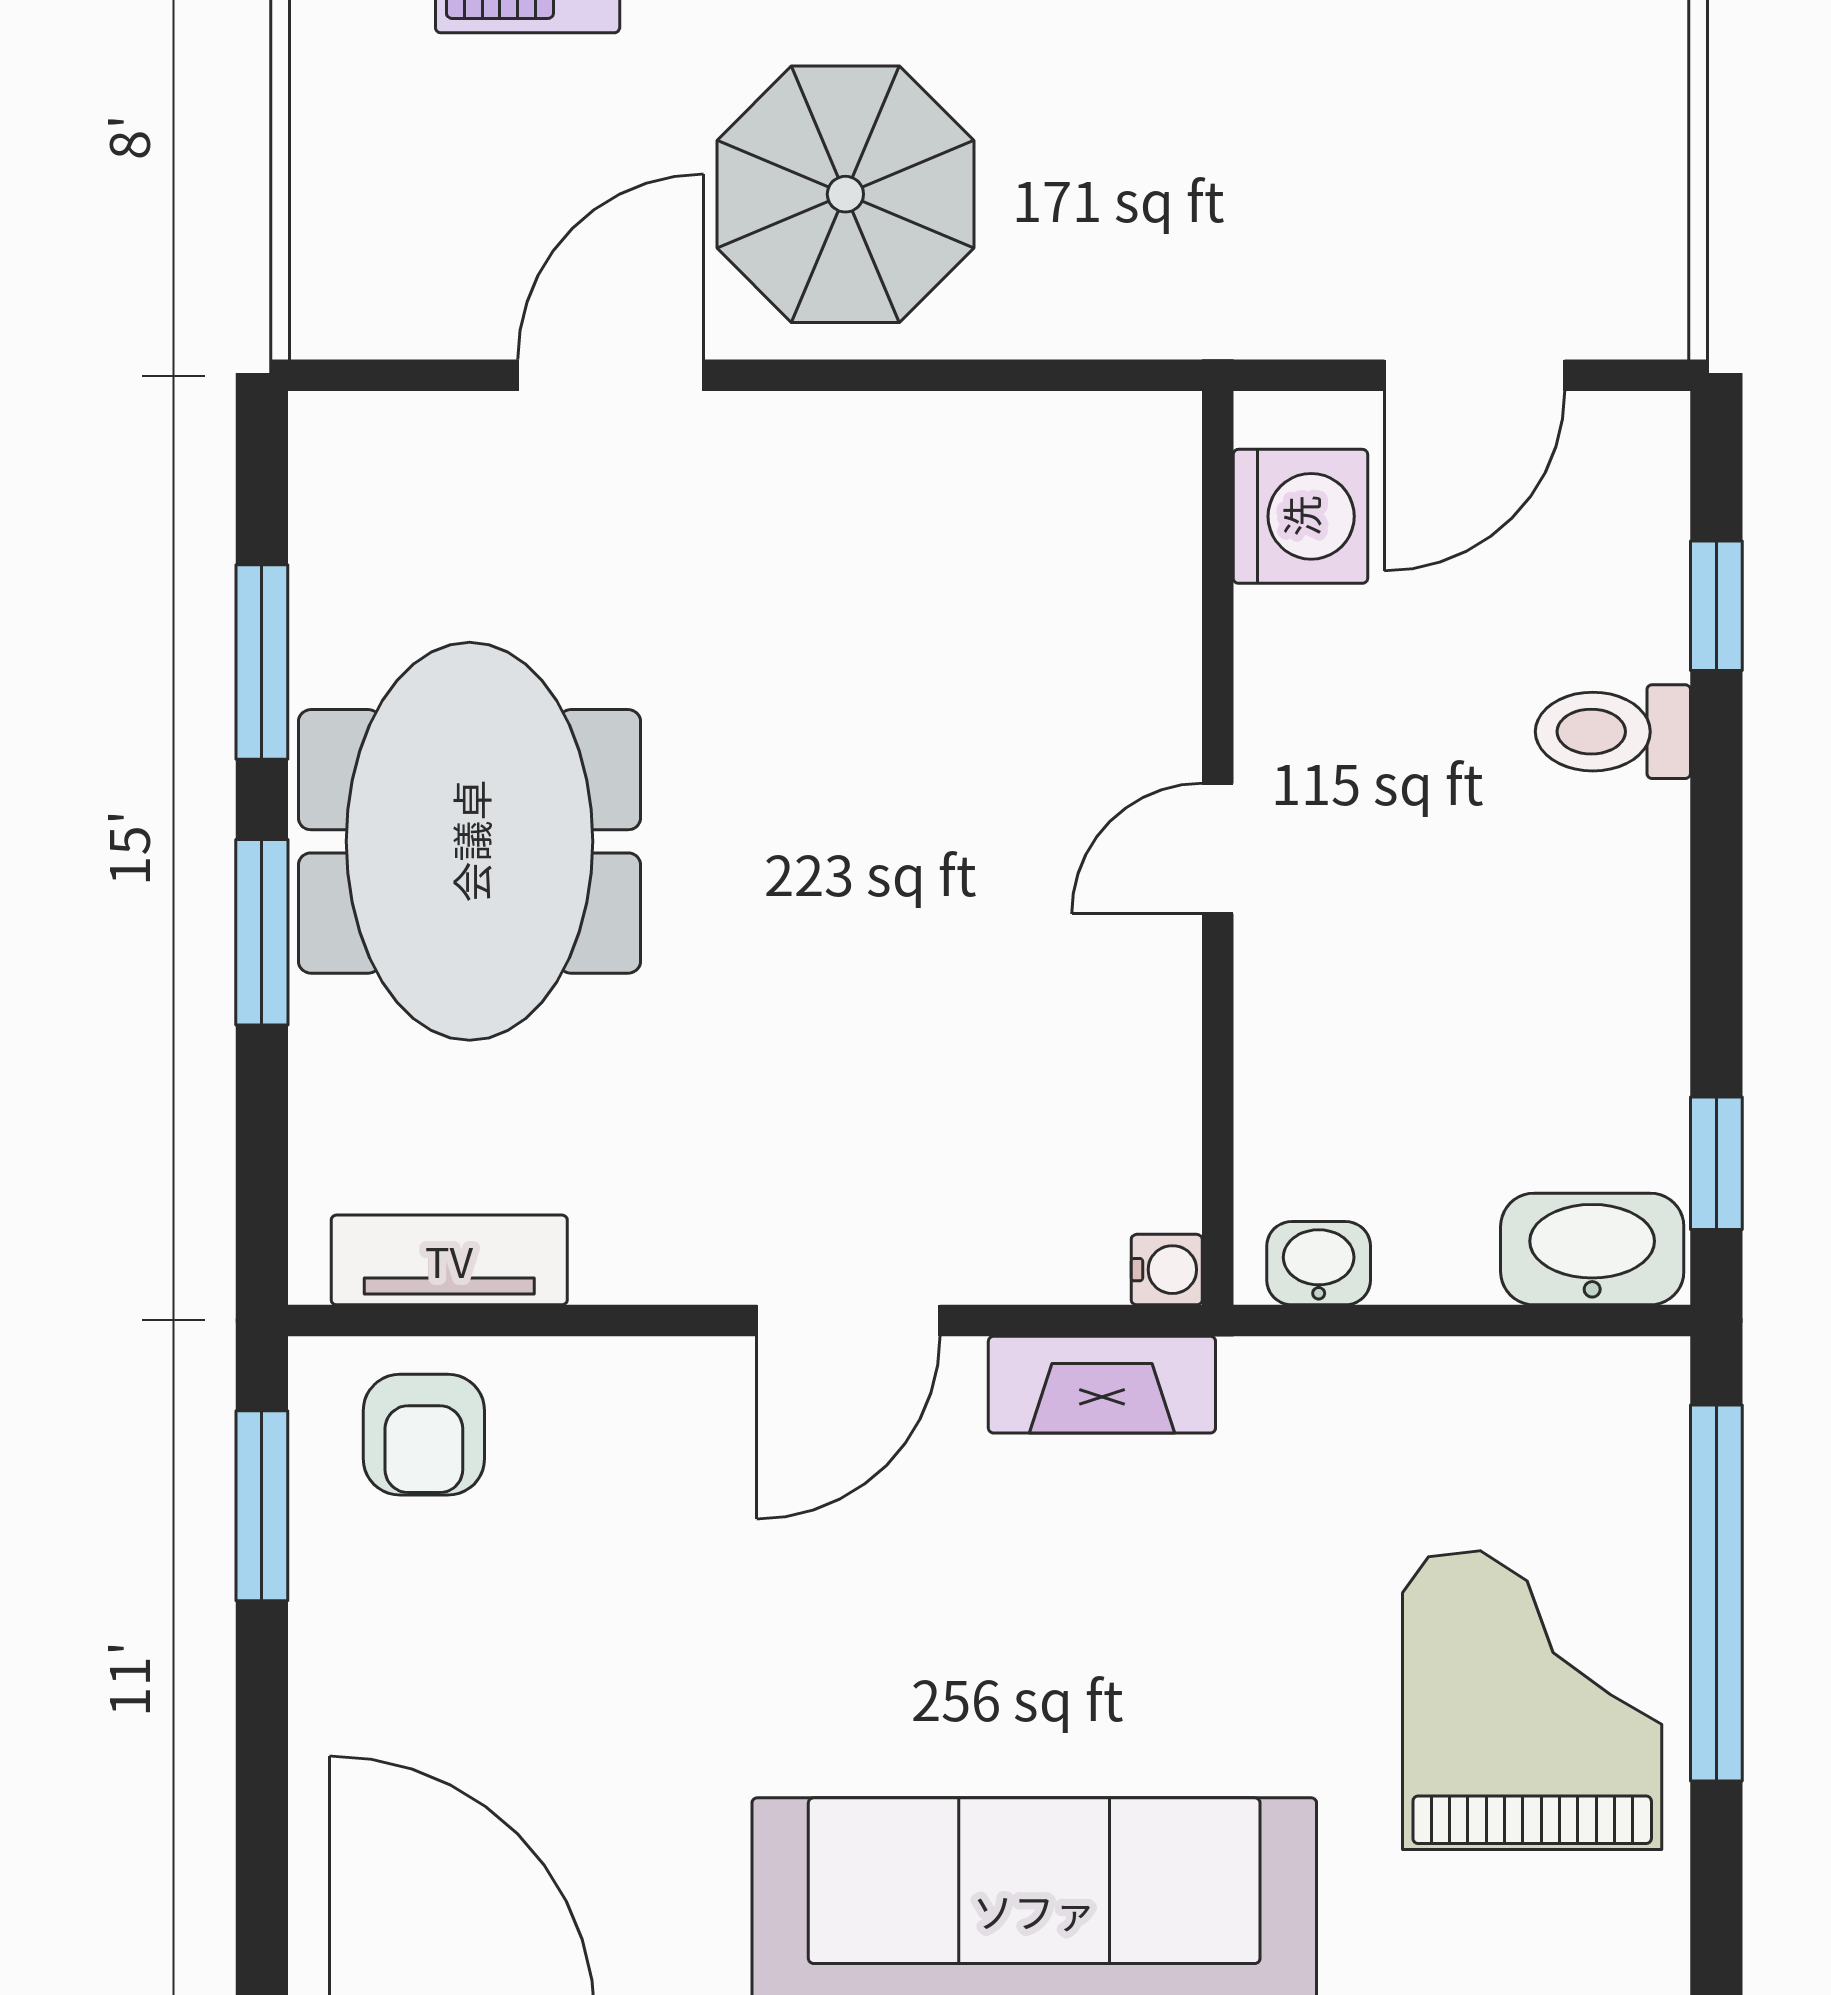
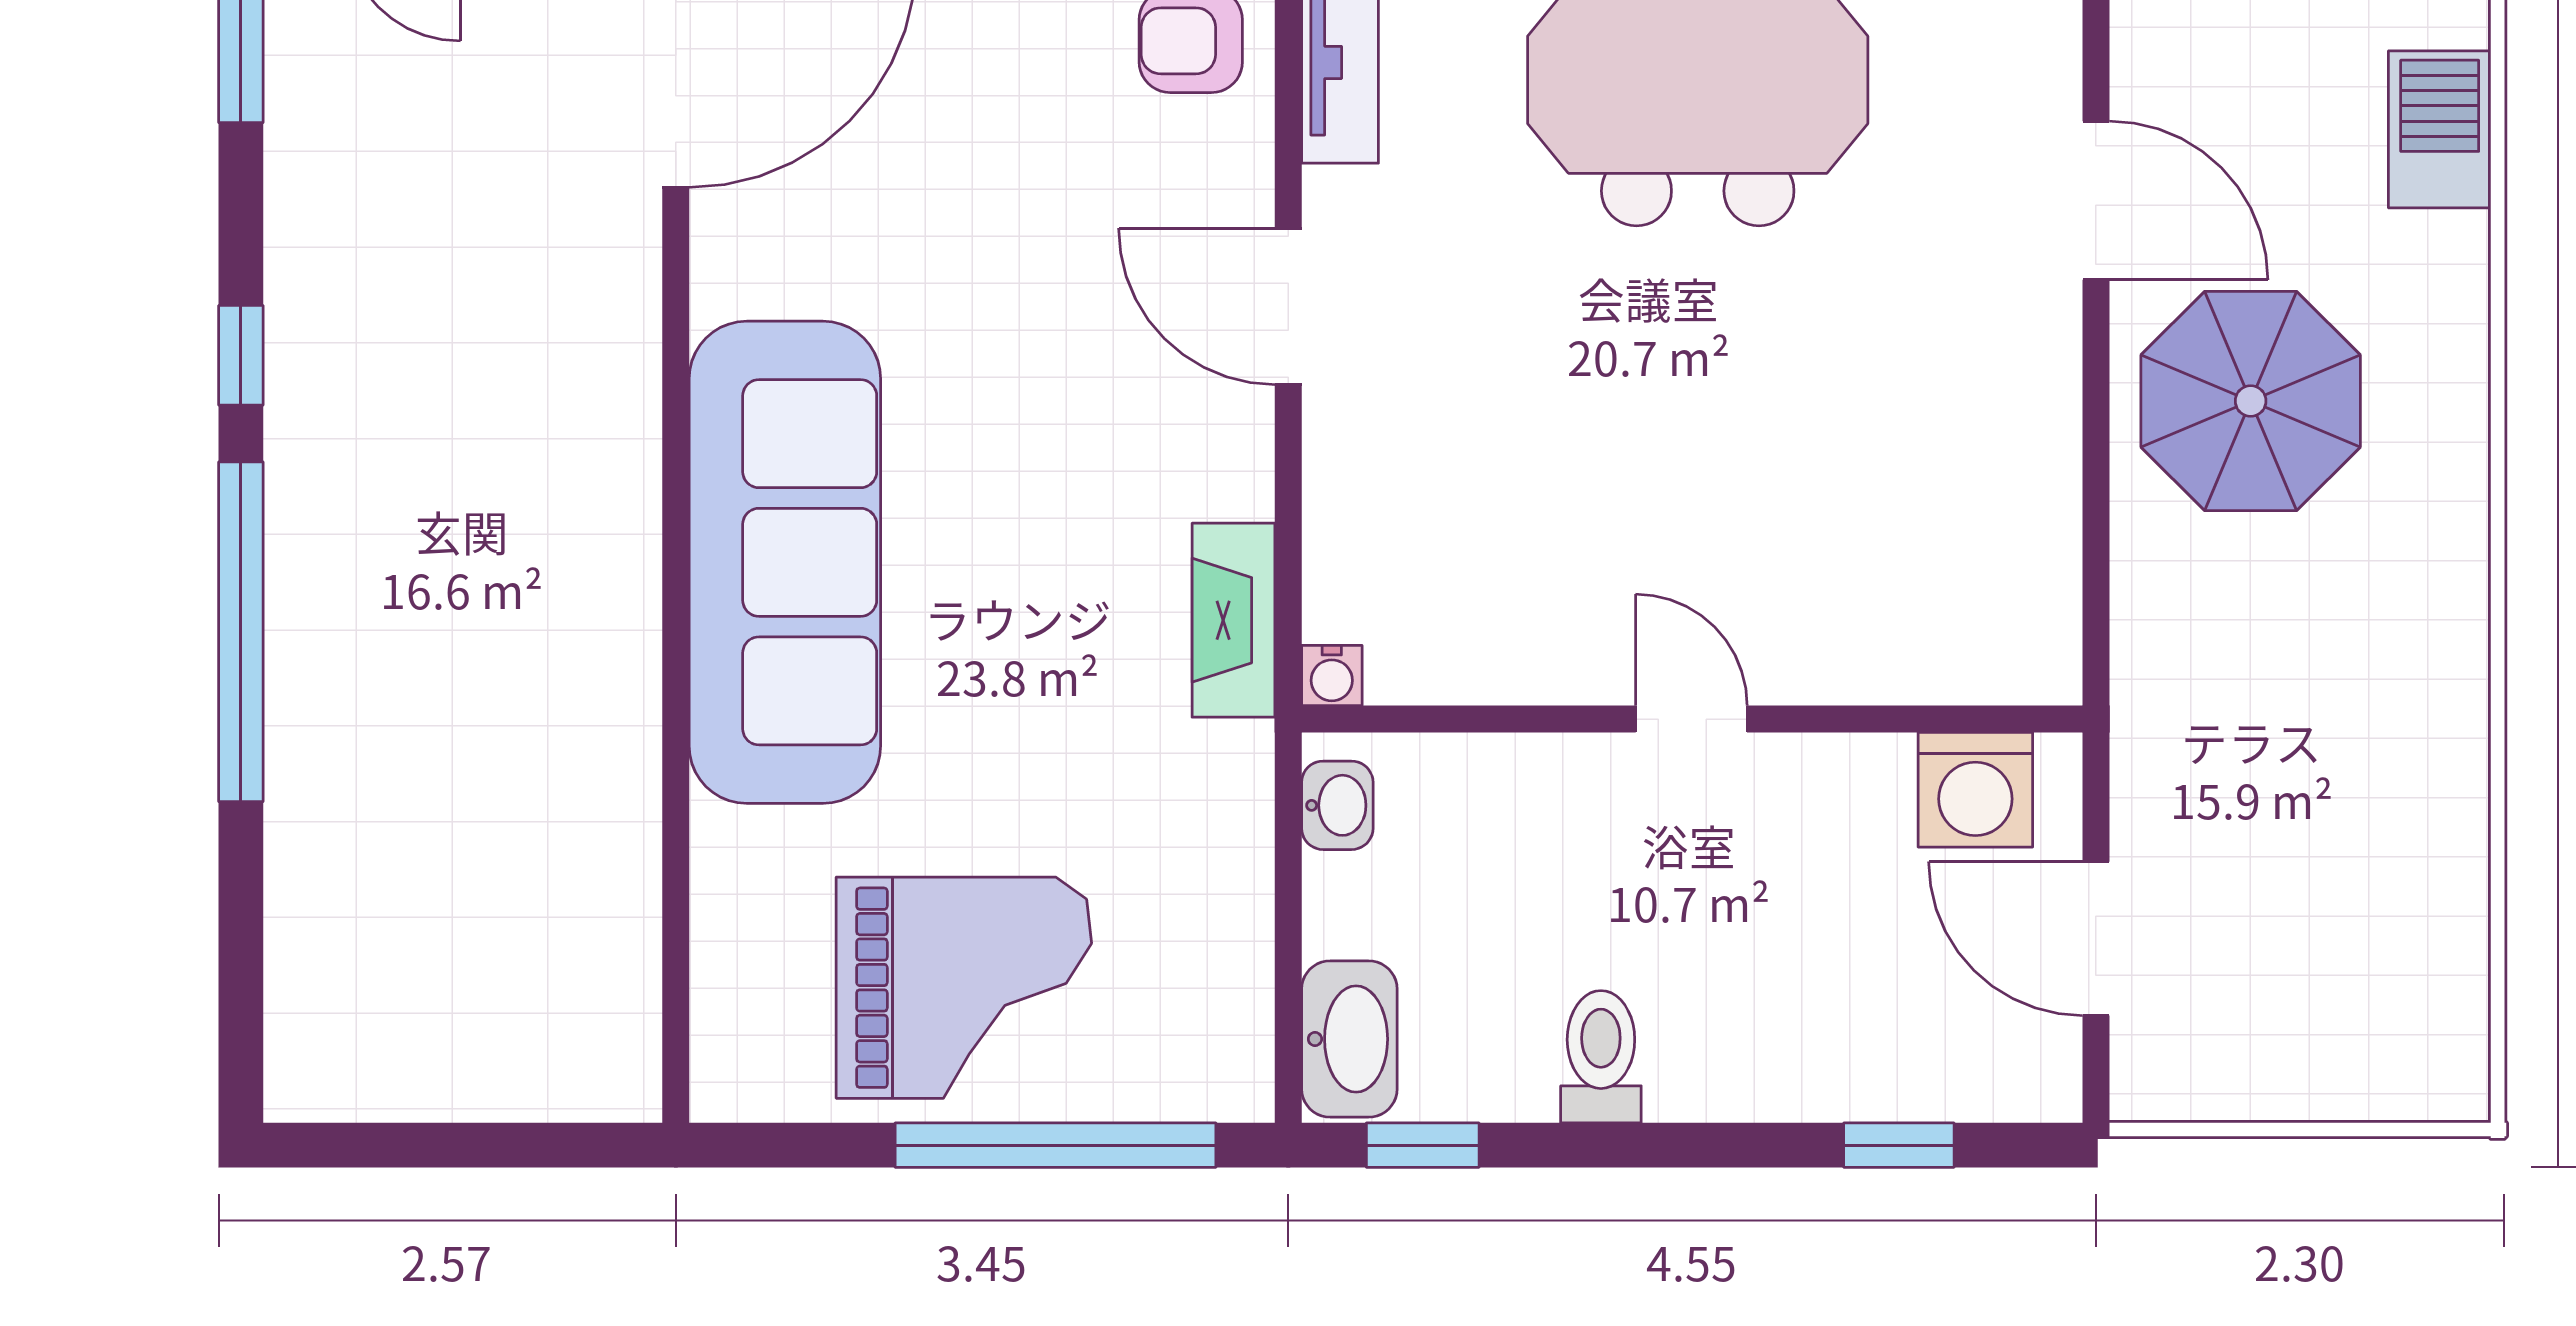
toilet: (1613, 732) -> (1601, 1057), moved
door: (848, 1321) -> (1288, 306), moved

